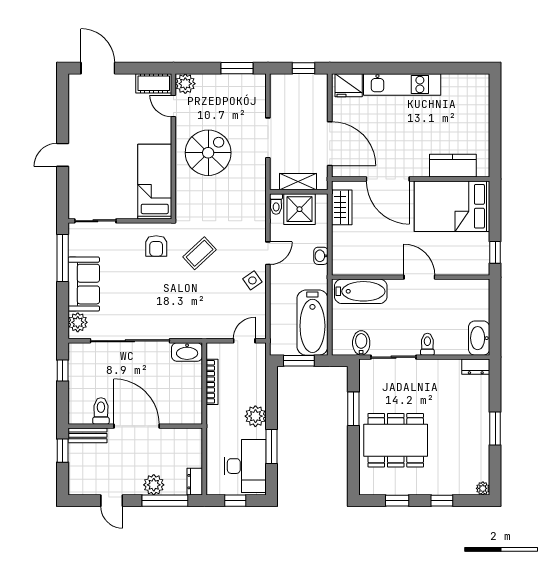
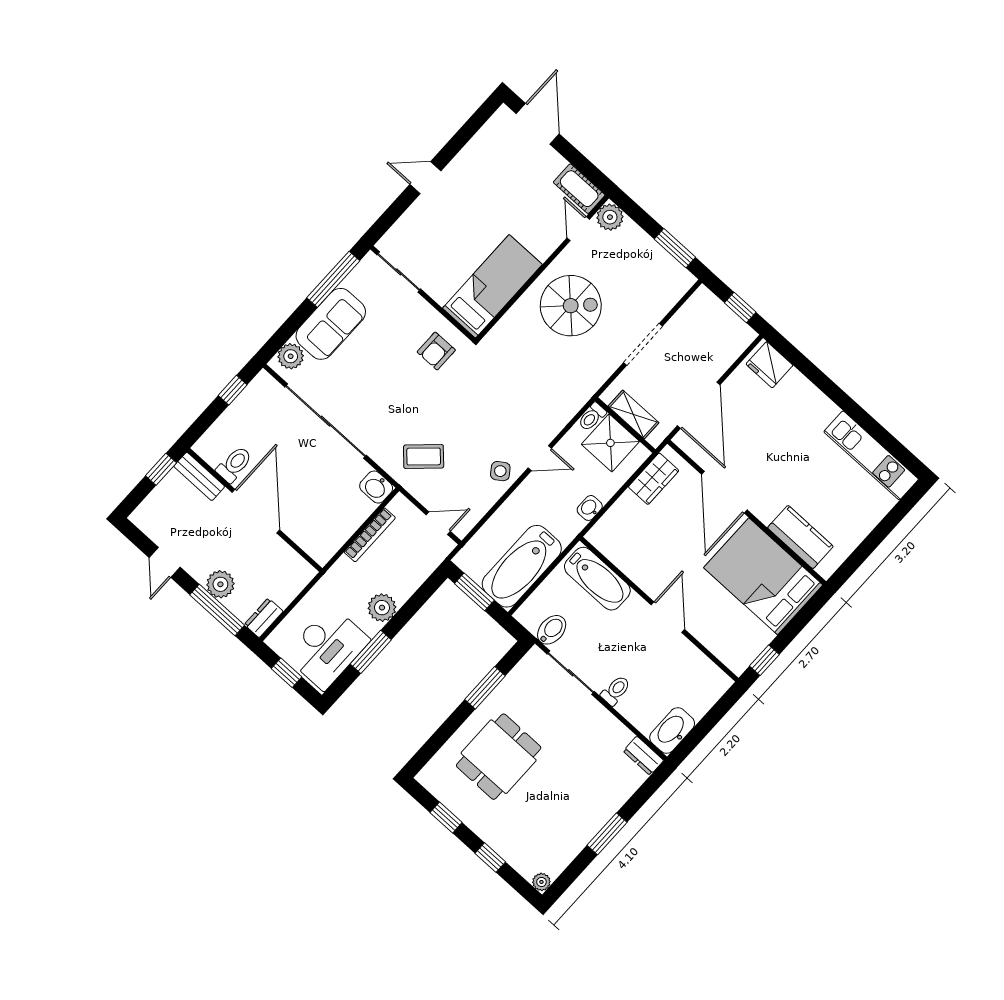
kitchen unit: (402, 85) -> (871, 455), moved
coffee table: (200, 253) -> (424, 457), moved
washbasin: (187, 352) -> (376, 487), width x0.72
dining table: (396, 440) -> (499, 757), width x0.73

